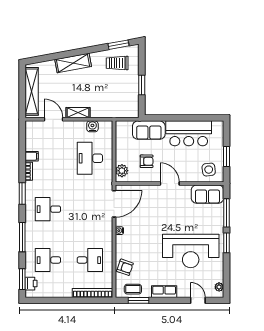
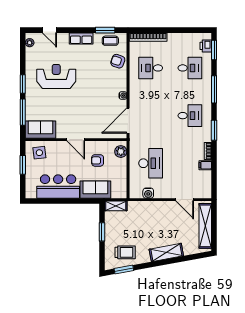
shelving: (78, 113) -> (116, 206), moved
reception desk: (191, 251) -> (56, 76), width x0.74, depth x0.77

